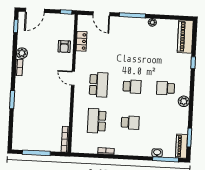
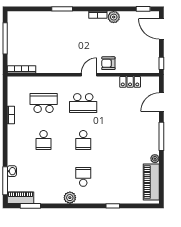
piano: (185, 37) -> (151, 182), moved, turned -90
armchair: (64, 46) -> (108, 63), moved

